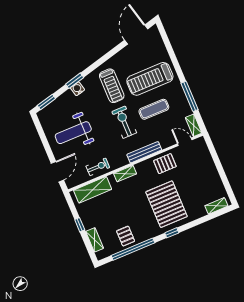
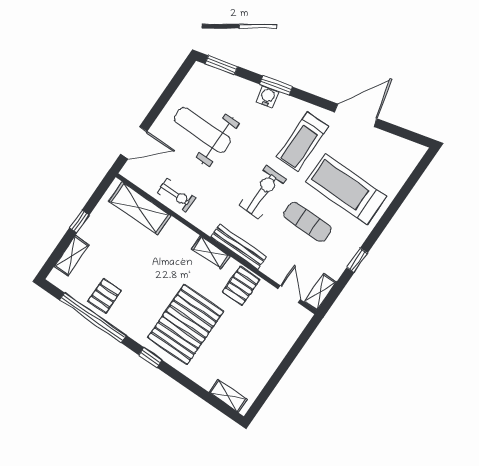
door: (136, 34) -> (356, 115), moved
window: (190, 96) -> (357, 260), width x0.46
pallet: (165, 164) -> (241, 286), turned 90
shelving: (125, 174) -> (211, 252), moved

